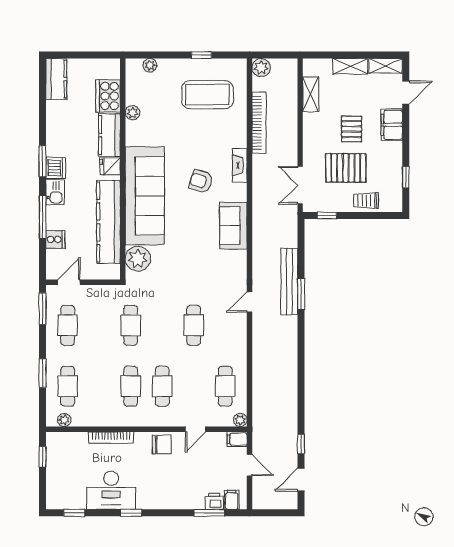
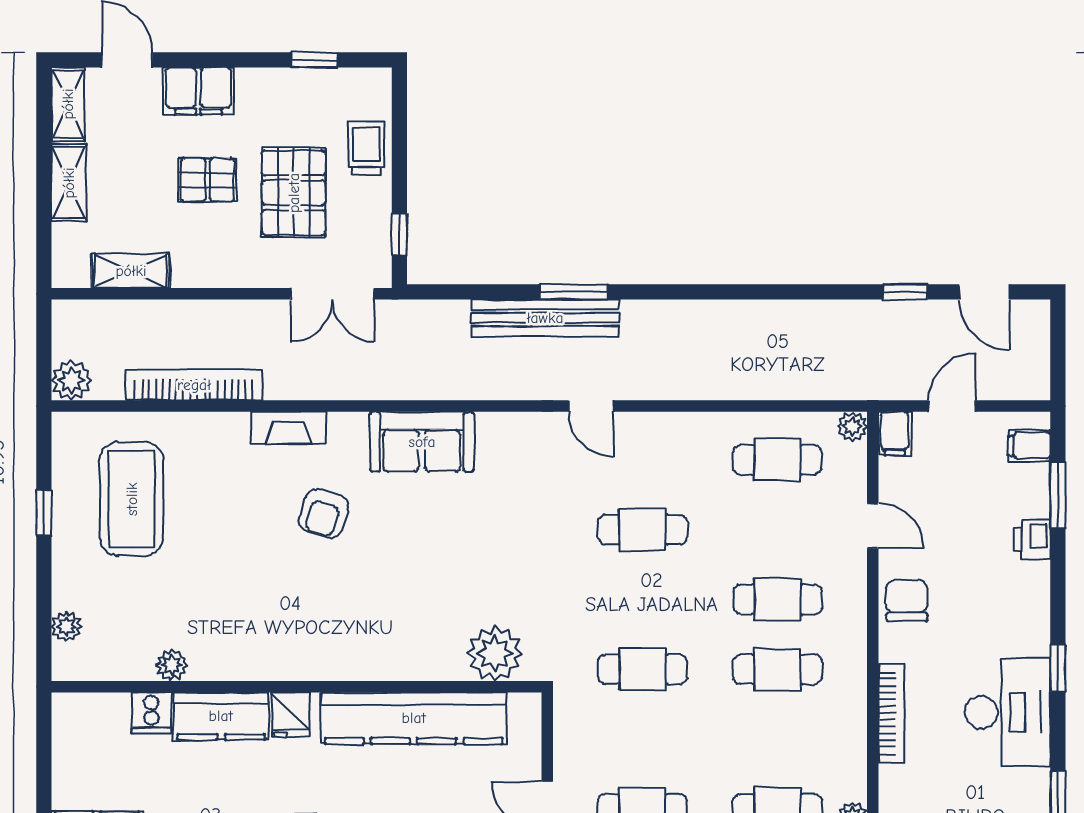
cooker: (108, 96) -> (151, 713), width x0.53, depth x0.76
sofa: (145, 196) -> (356, 638), removed
trolley: (366, 201) -> (366, 148), turned 180
printer: (214, 501) -> (1032, 539), moved

